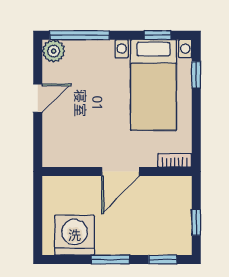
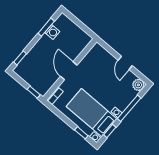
window: (79, 35) -> (129, 108), moved
window: (196, 222) -> (34, 92), moved
washing machine: (75, 235) -> (52, 32), width x0.53, depth x0.53
window: (110, 259) -> (46, 27), moved

